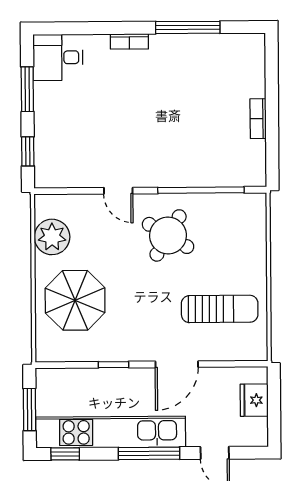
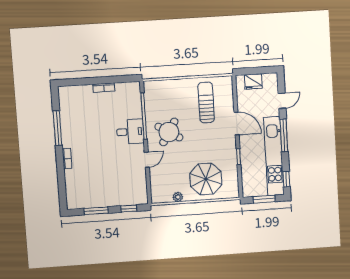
desk: (58, 57) -> (130, 132), moved, turned -90
plant: (52, 237) -> (178, 197), width x0.53, depth x0.53

